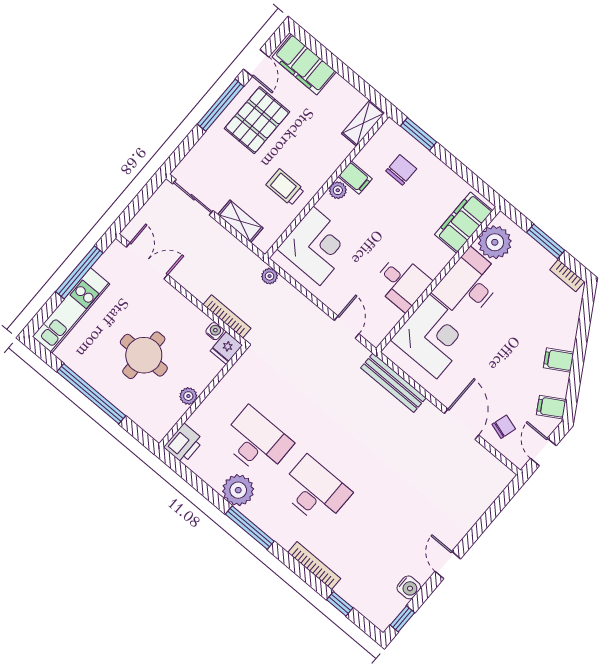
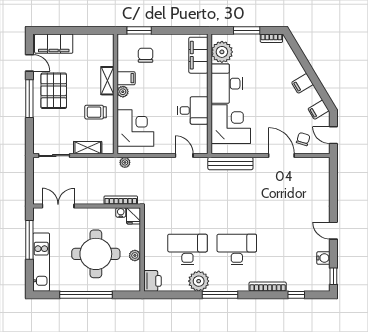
shelving: (363, 123) -> (107, 81), moved
round table: (144, 355) -> (96, 254), width x1.36, depth x1.36

